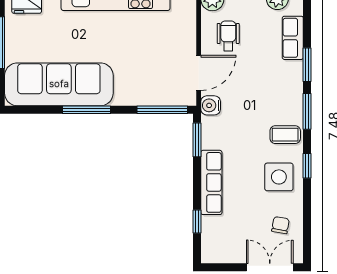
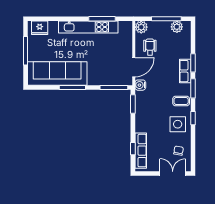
row of seats: (293, 38) -> (185, 71), moved
row of seats: (211, 182) -> (141, 151), moved

